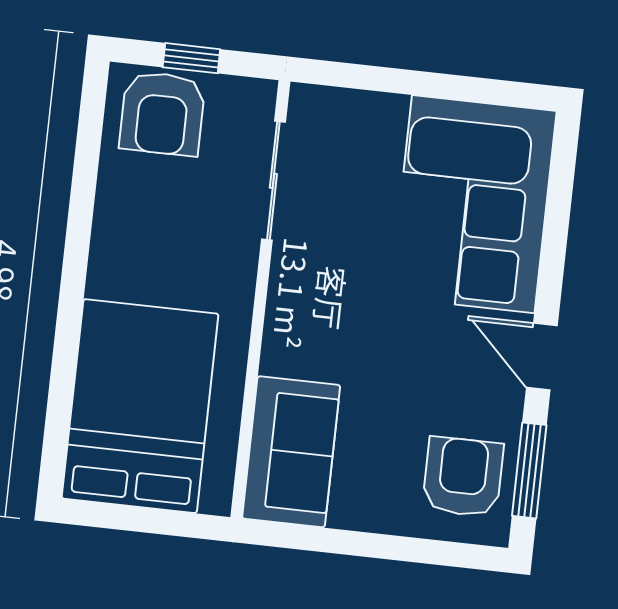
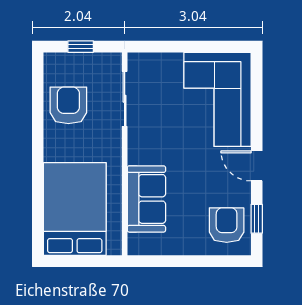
armchair: (162, 113) -> (68, 105), moved, turned 180
sofa: (291, 452) -> (146, 199), moved
window: (529, 470) -> (257, 219), width x0.67

